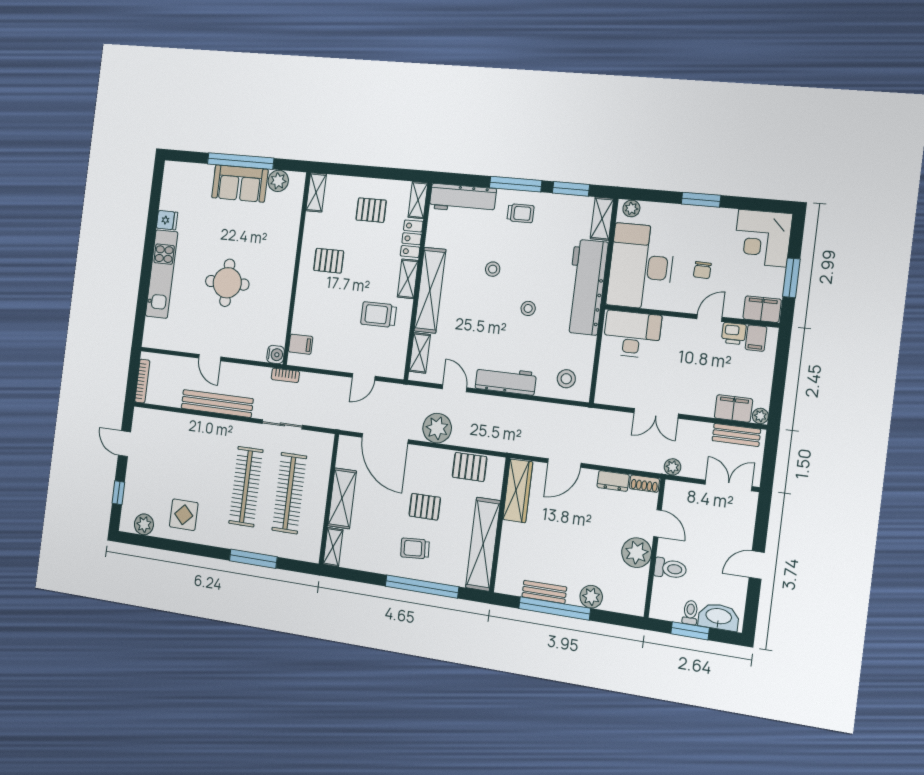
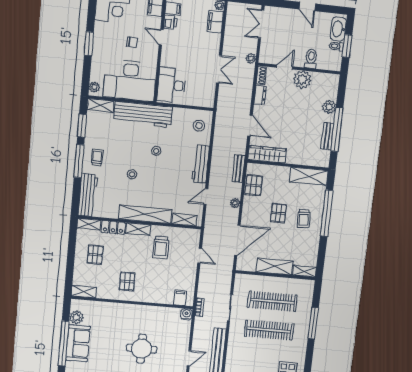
plant: (437, 428) -> (235, 203), width x0.53, depth x0.53
bench: (736, 435) -> (239, 169), moved
shelving: (483, 544) -> (309, 176), width x0.68

